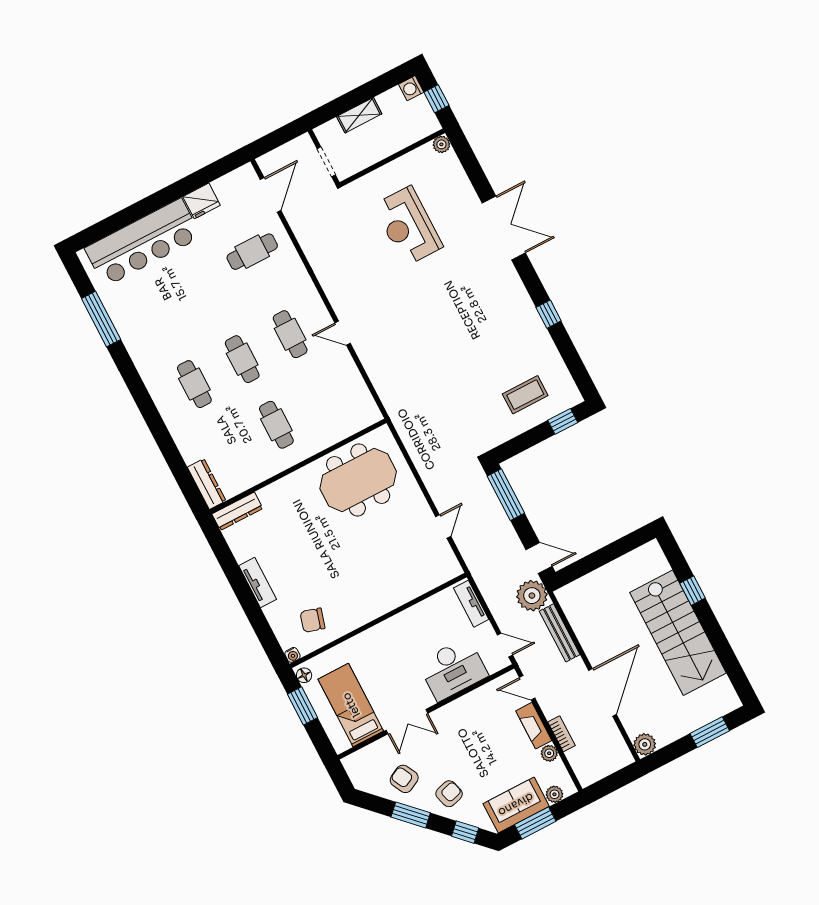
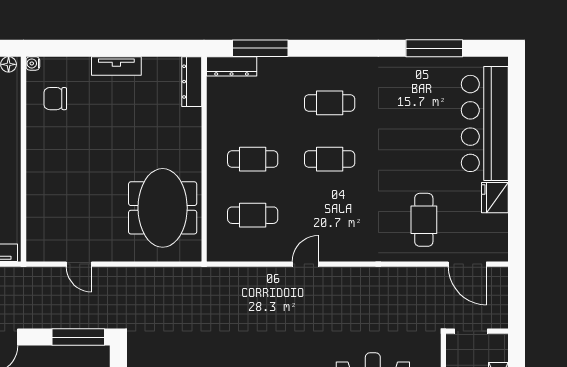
cafe table: (290, 334) -> (253, 215), moved
window: (178, 468) -> (260, 48), added
chair: (313, 620) -> (55, 99), turned -106

